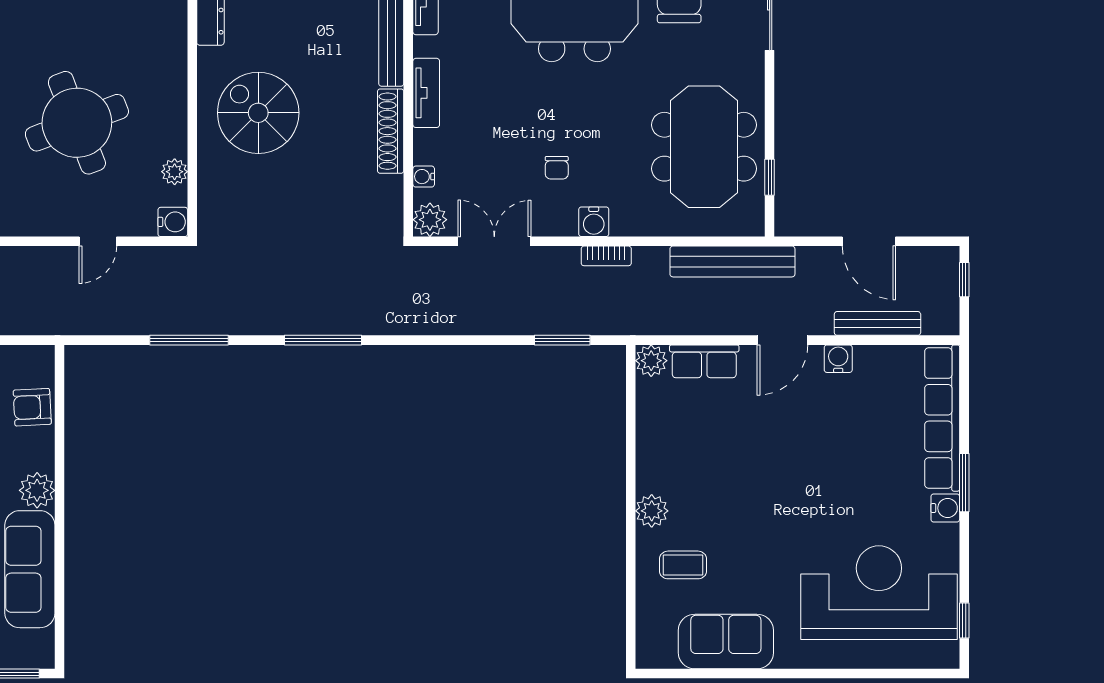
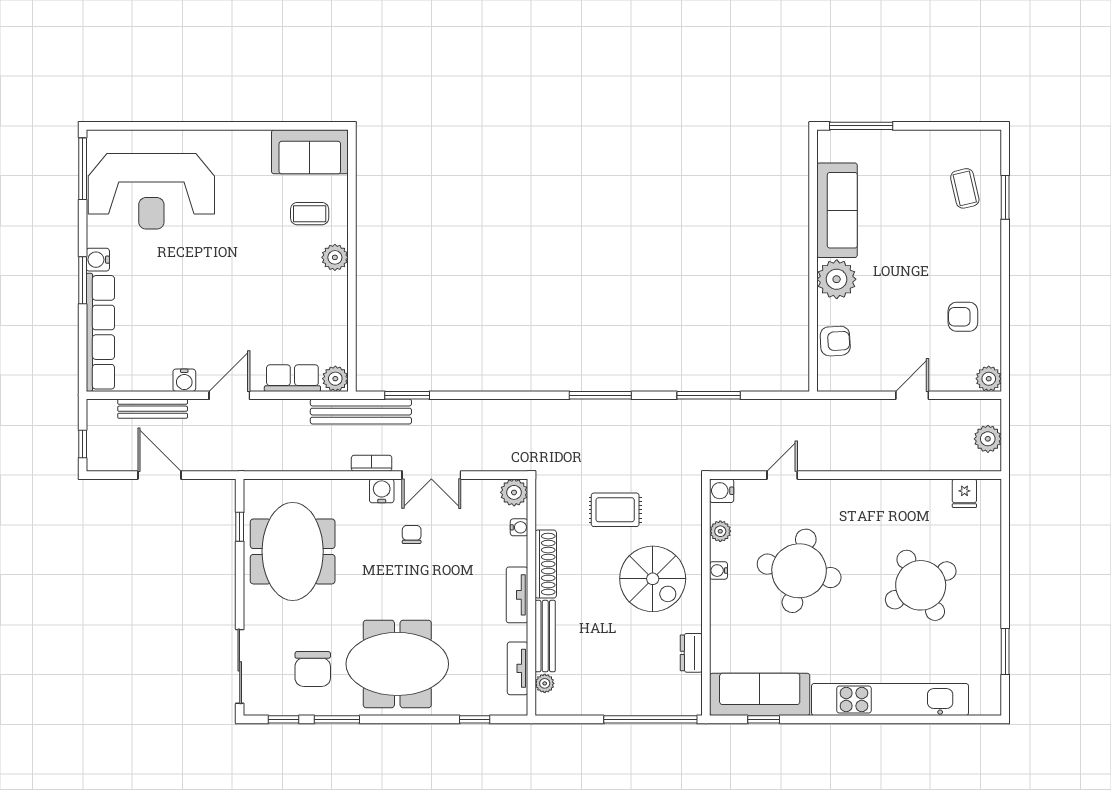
round table: (77, 123) -> (799, 571), turned 33
water cooler: (177, 123) -> (719, 571), added
rug: (305, 198) -> (615, 510), added
double door: (494, 241) -> (431, 475), moved
bench: (732, 261) -> (361, 412), moved
plant: (37, 490) -> (837, 279), width x1.36, depth x1.36
window: (964, 621) -> (83, 169), width x2.17
sofa: (726, 642) -> (310, 152), moved

